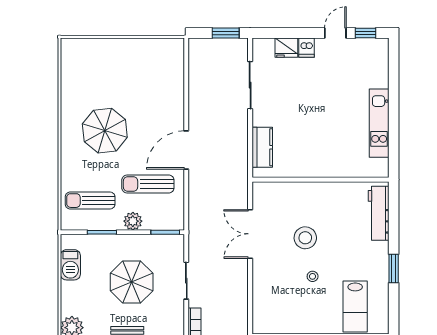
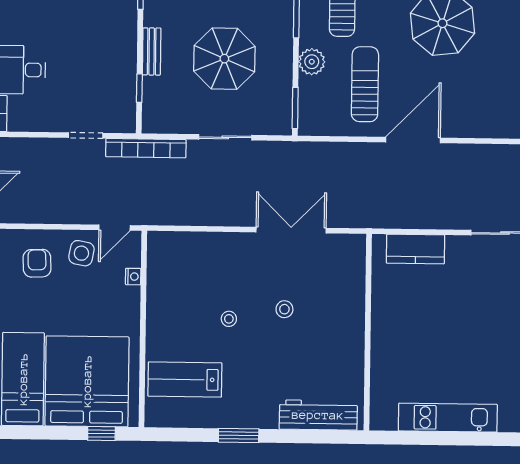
door: (186, 150) -> (413, 140), hinge flipped
stool: (305, 238) -> (284, 309), width x0.53, depth x0.53

